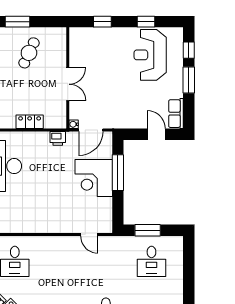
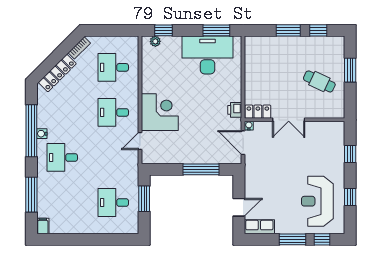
reception desk: (150, 55) -> (317, 201), turned -90
locker: (30, 122) -> (258, 112), moved, turned -90
corner desk: (94, 178) -> (160, 112), moved, turned 90
desk: (60, 261) -> (113, 112), added

